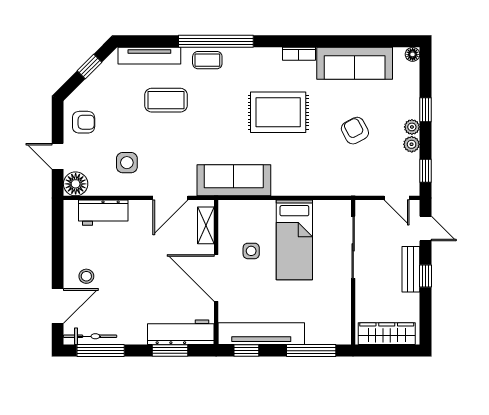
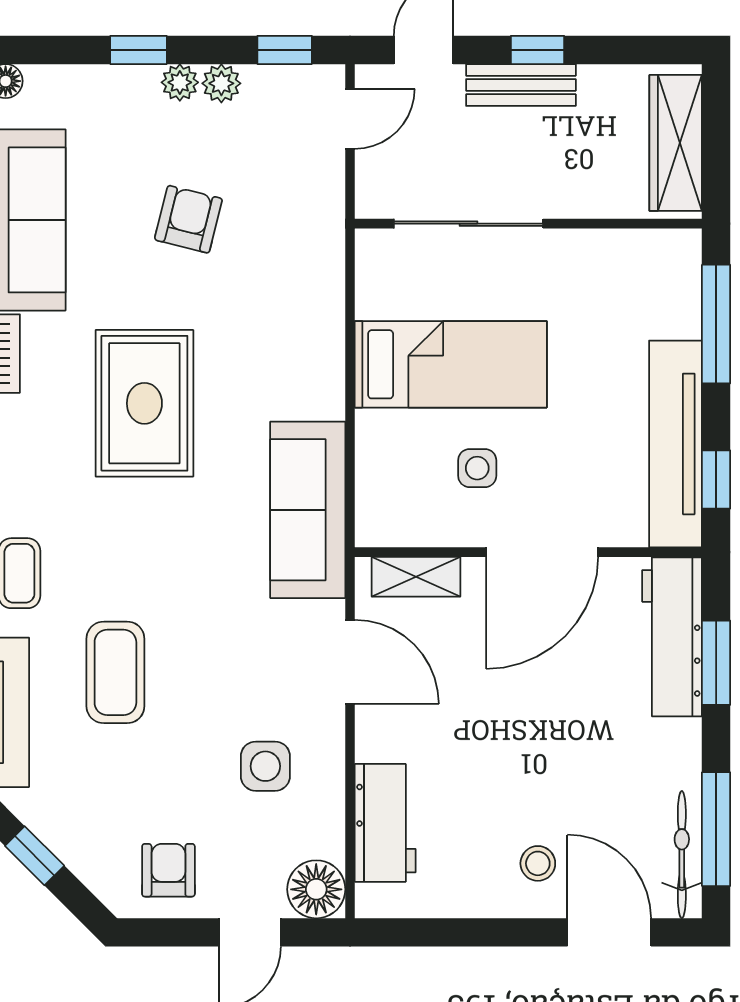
armchair: (355, 131) -> (188, 219), turned 132

